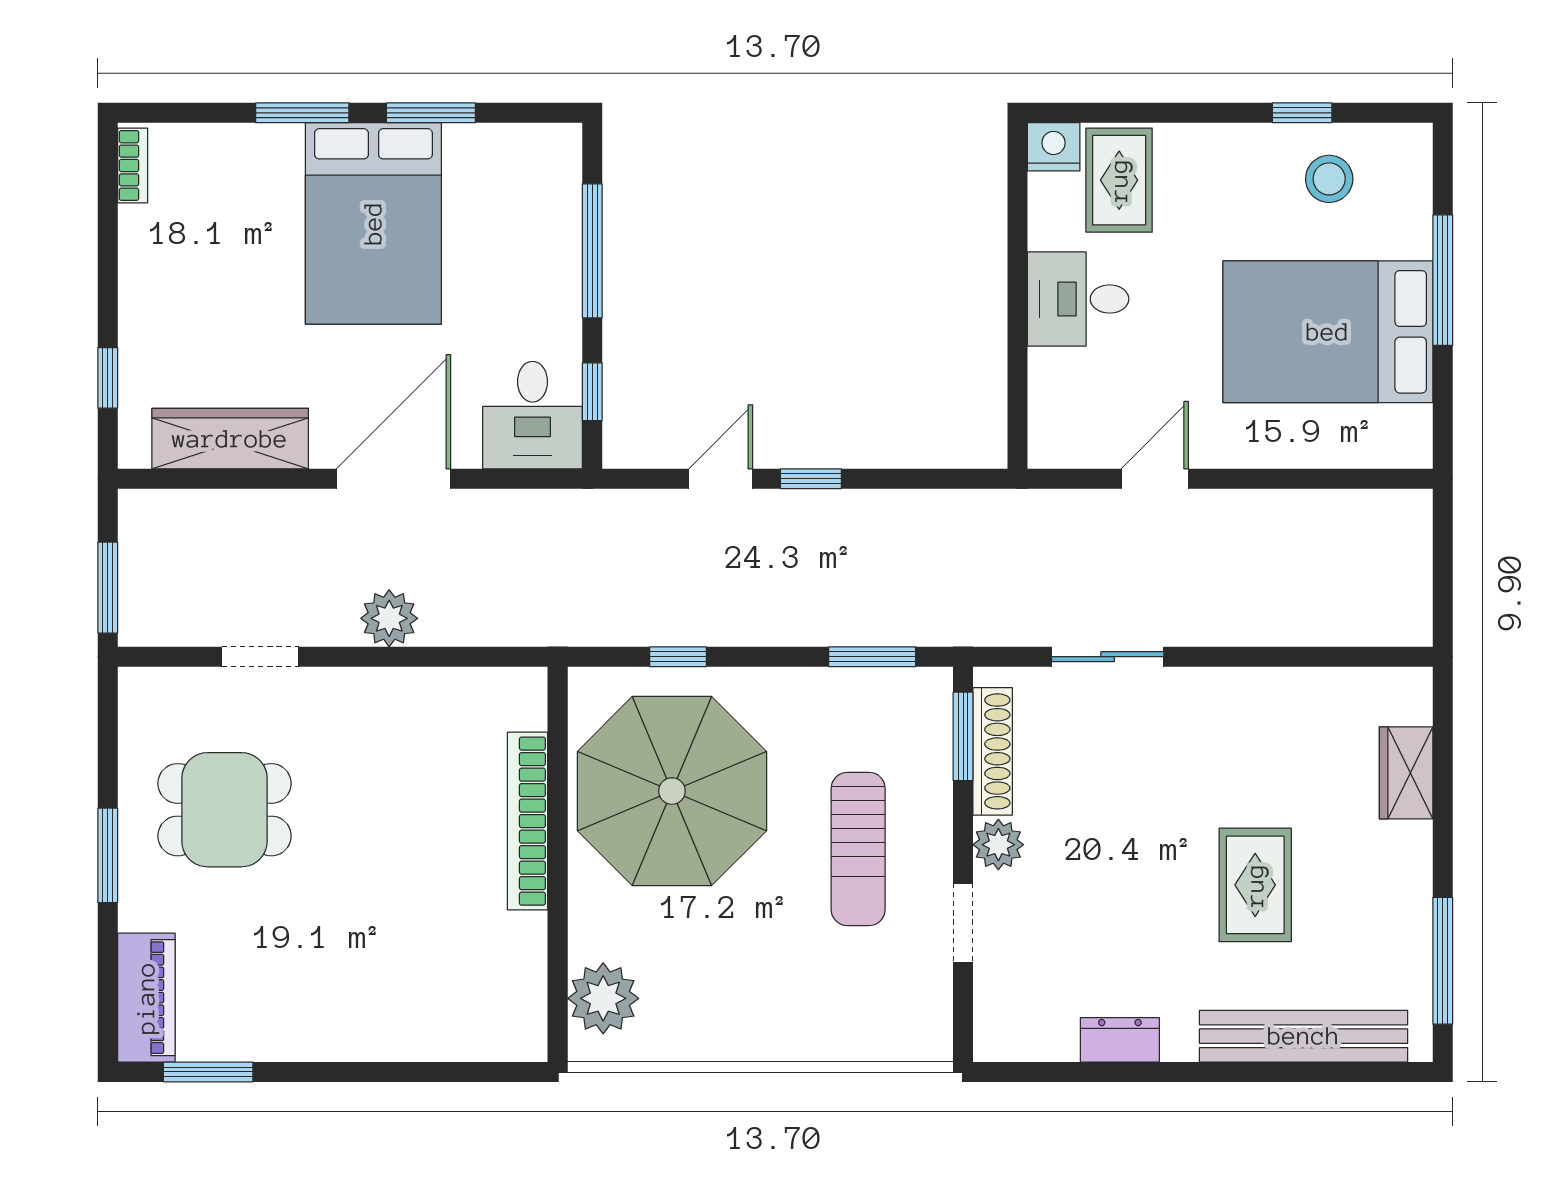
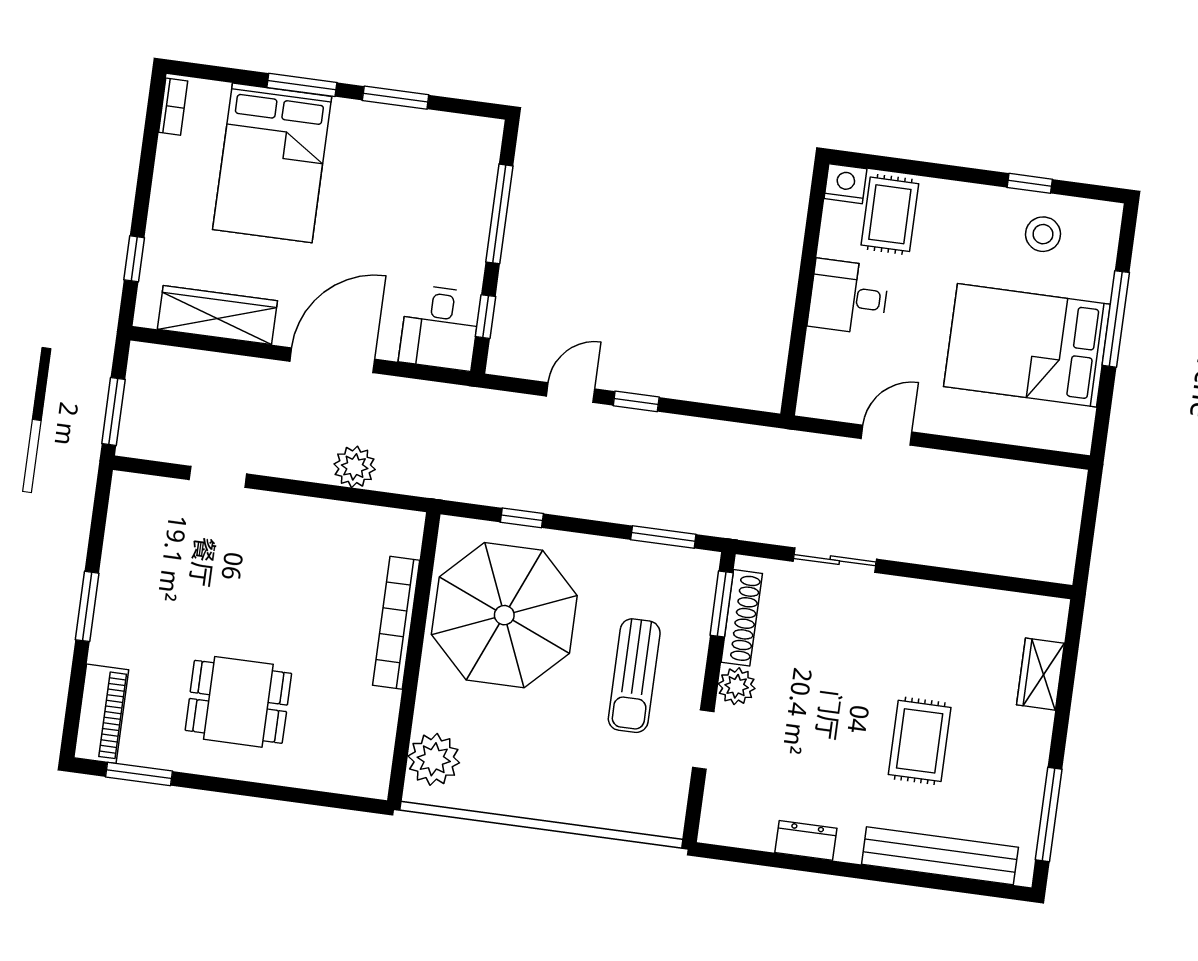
bed: (373, 223) -> (272, 163), moved
plant: (389, 618) -> (355, 467), moved
dining table: (224, 810) -> (238, 702), moved

